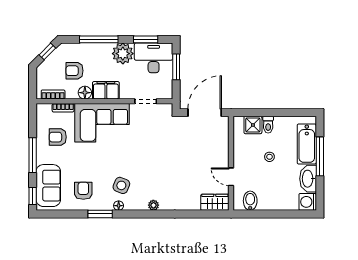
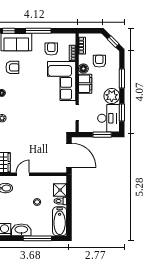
window: (99, 39) -> (122, 79), width x0.69
bathtub: (307, 144) -> (60, 221), moved, turned -90
side table: (121, 185) -> (16, 95), removed

